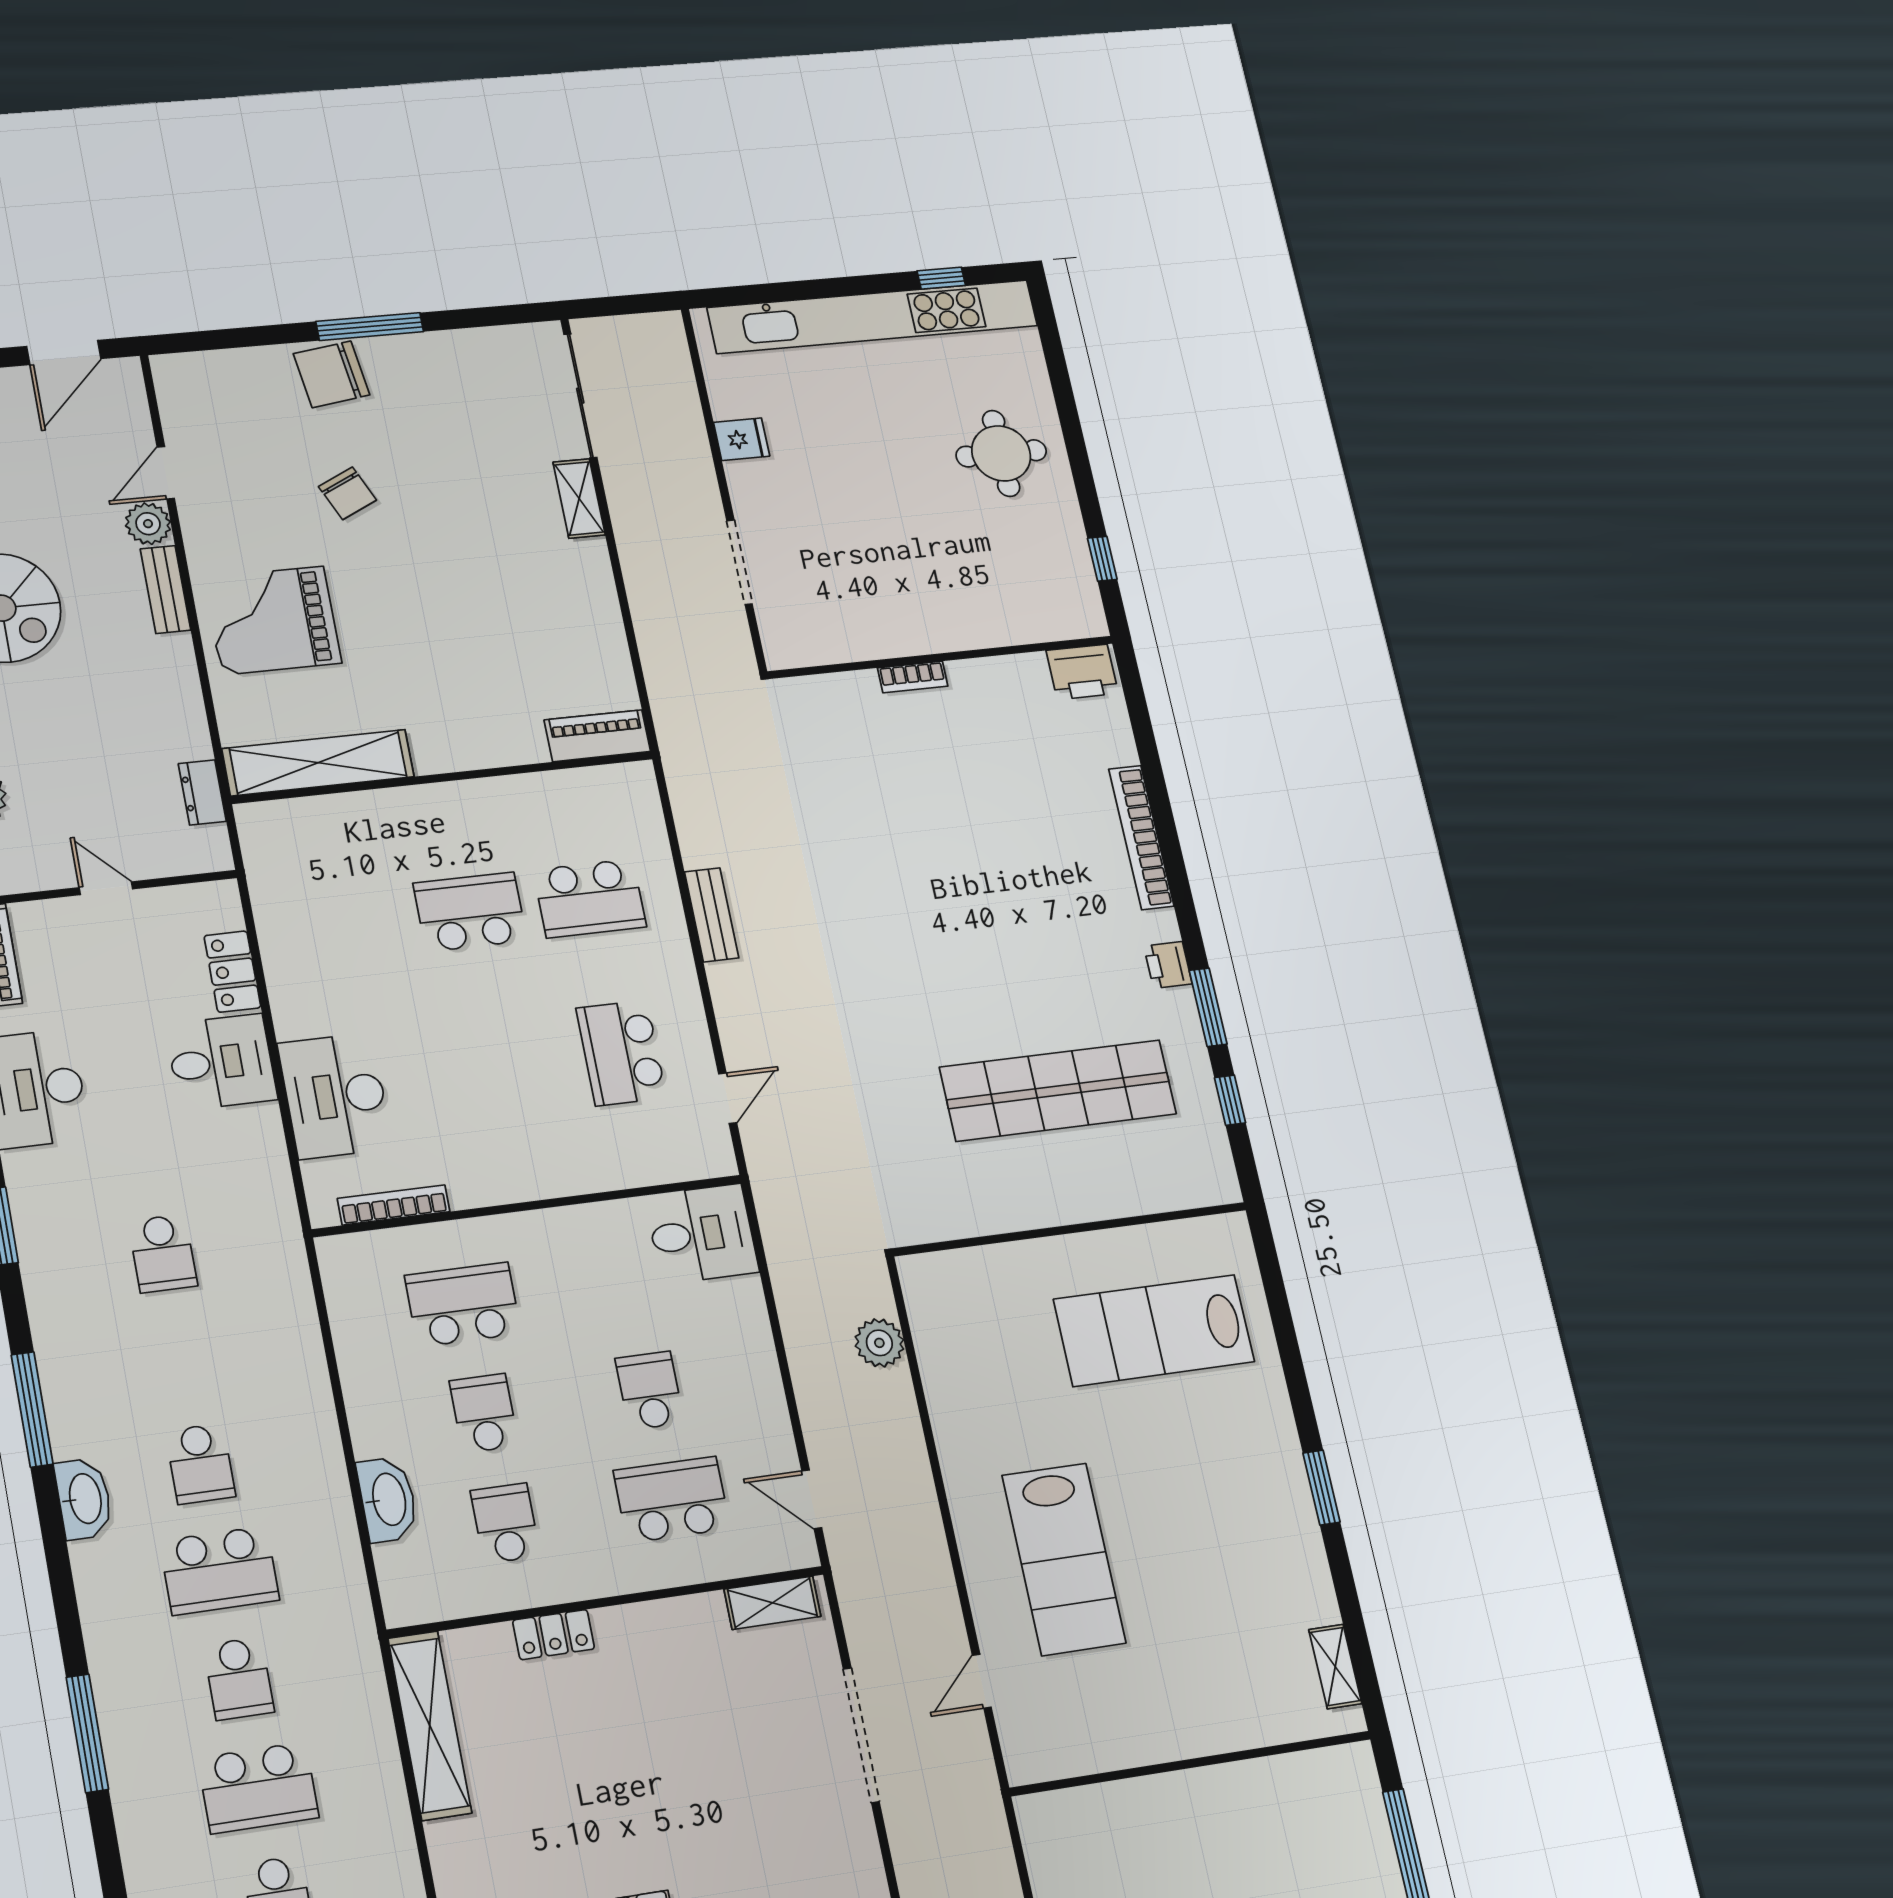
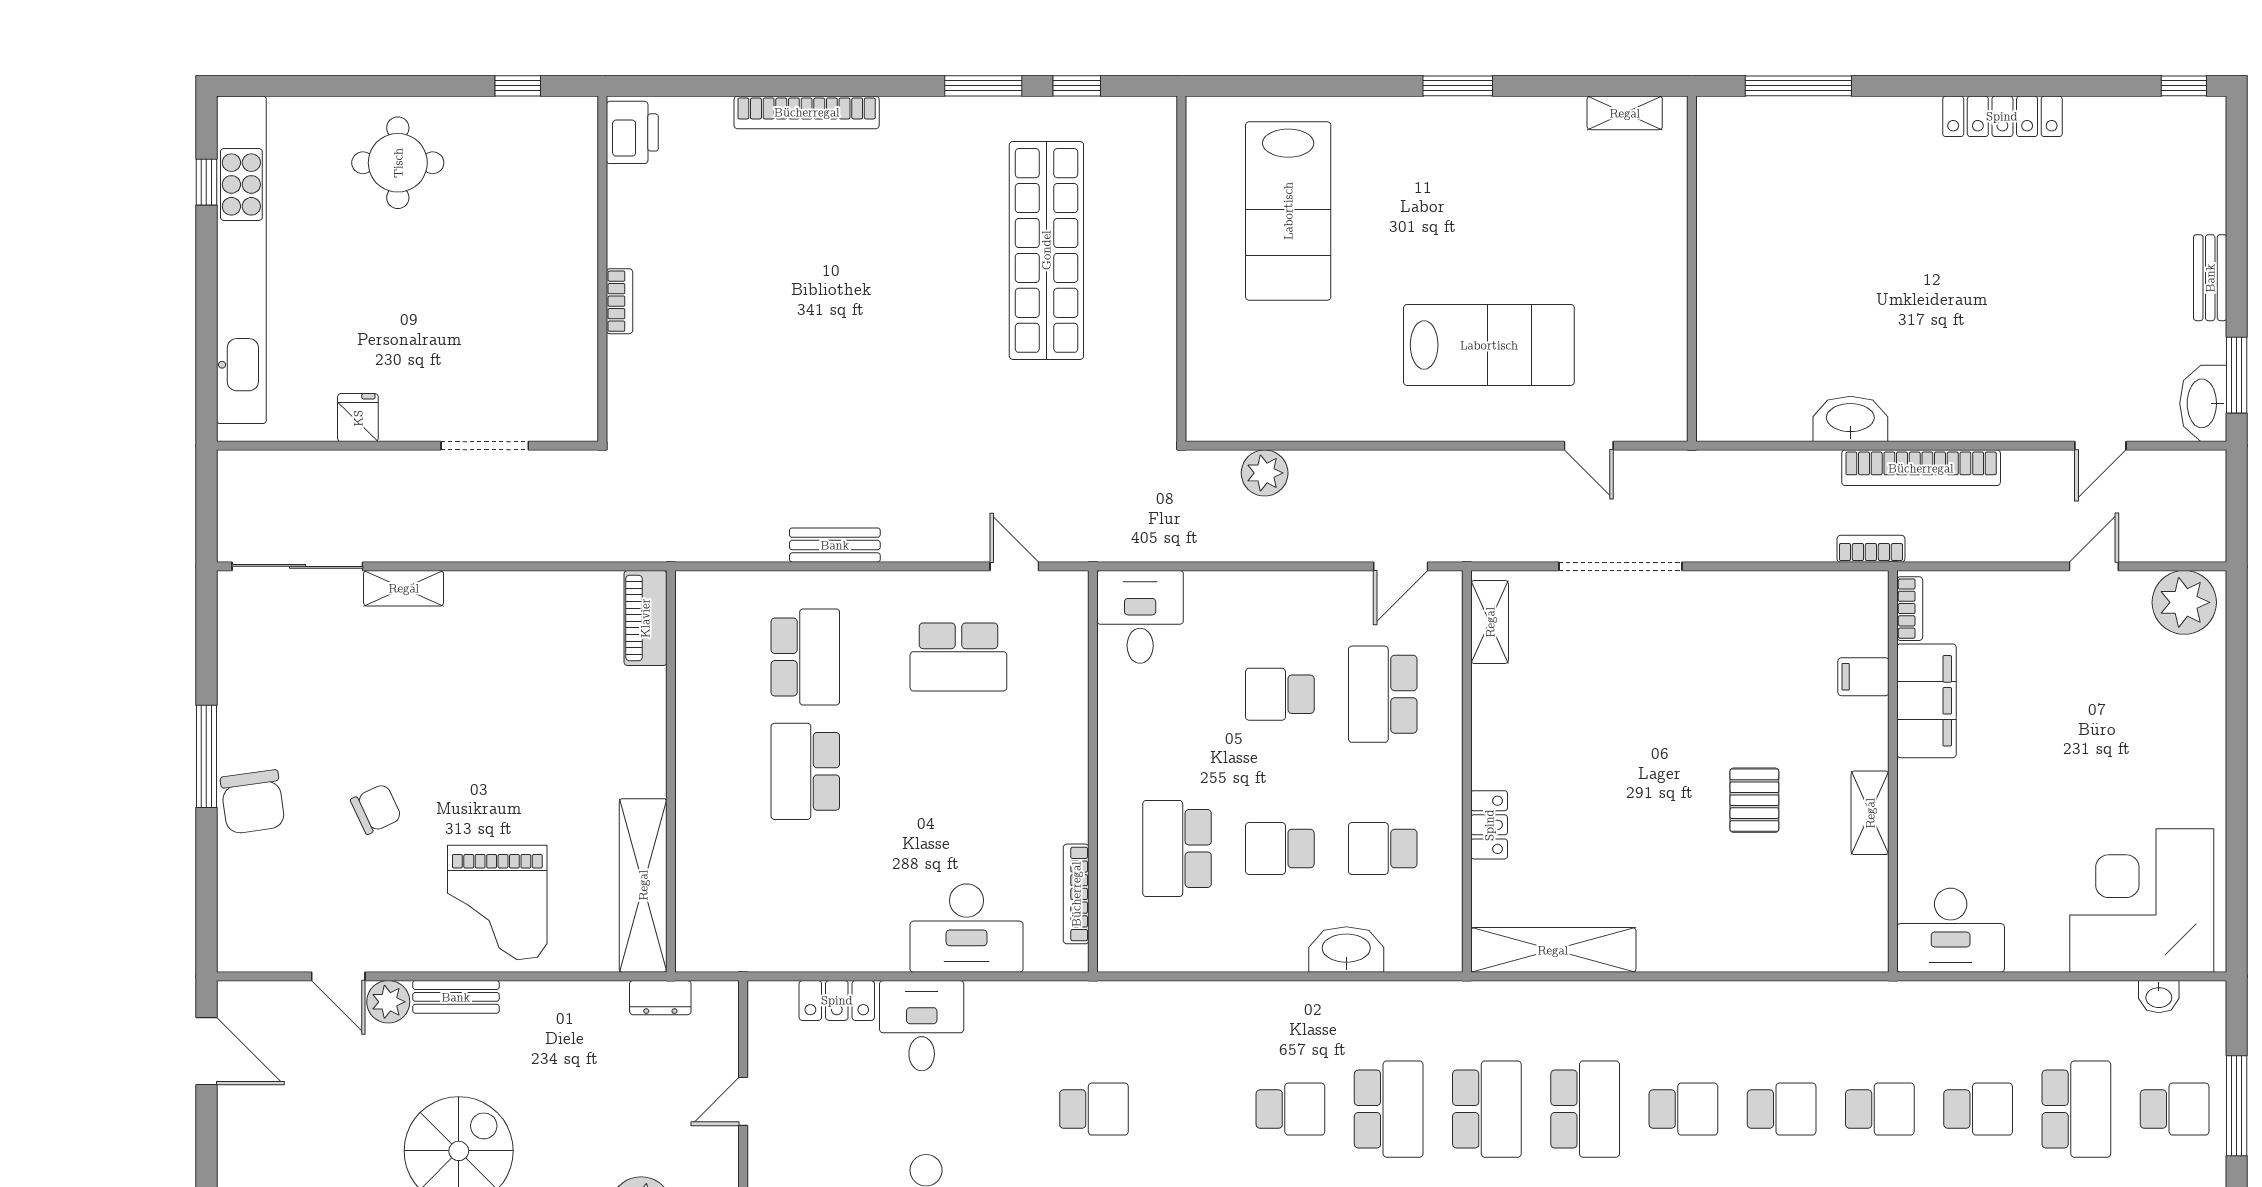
printer: (1168, 965) -> (937, 116), removed
school desk: (239, 1679) -> (1487, 1109), width x1.85

